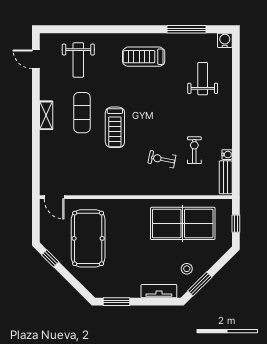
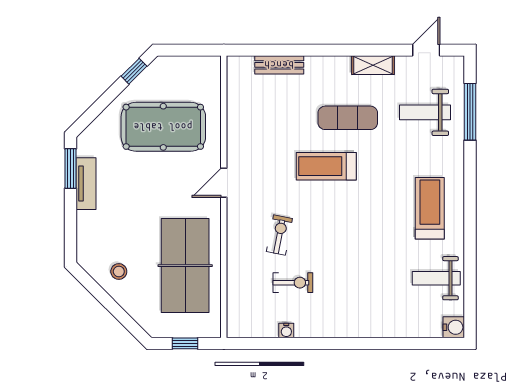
window: (186, 29) -> (470, 112), moved
weight bench: (203, 79) -> (436, 278), moved, turned 180
shelving: (46, 115) -> (373, 65), moved
bench: (226, 177) -> (279, 65), moved
door: (54, 197) -> (224, 183), moved
window: (200, 284) -> (96, 291), removed
tv unit: (159, 291) -> (86, 184), moved

